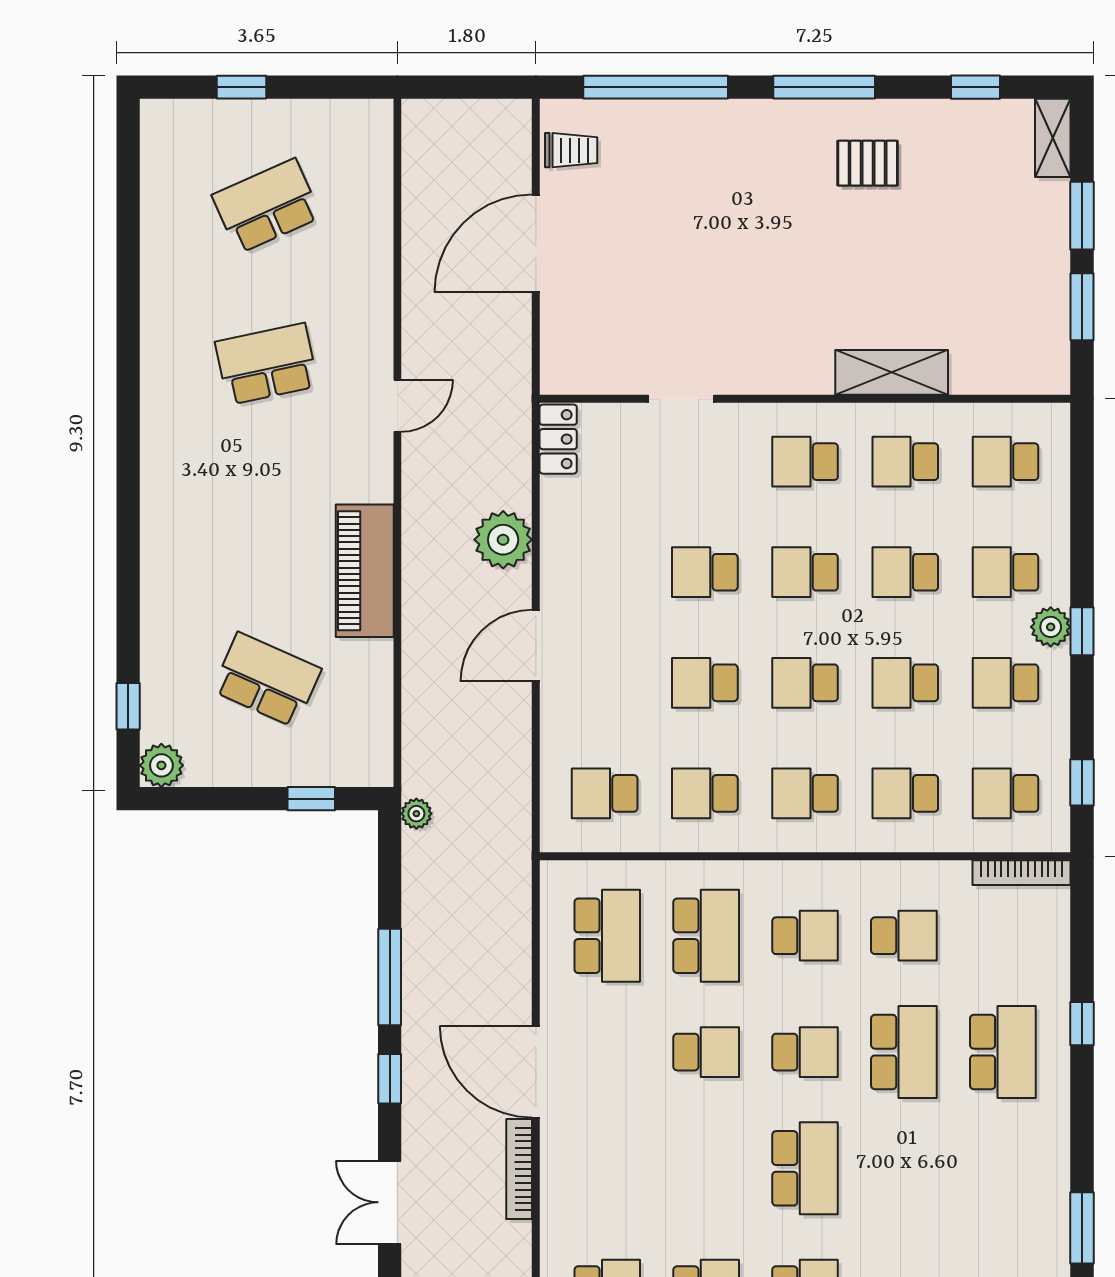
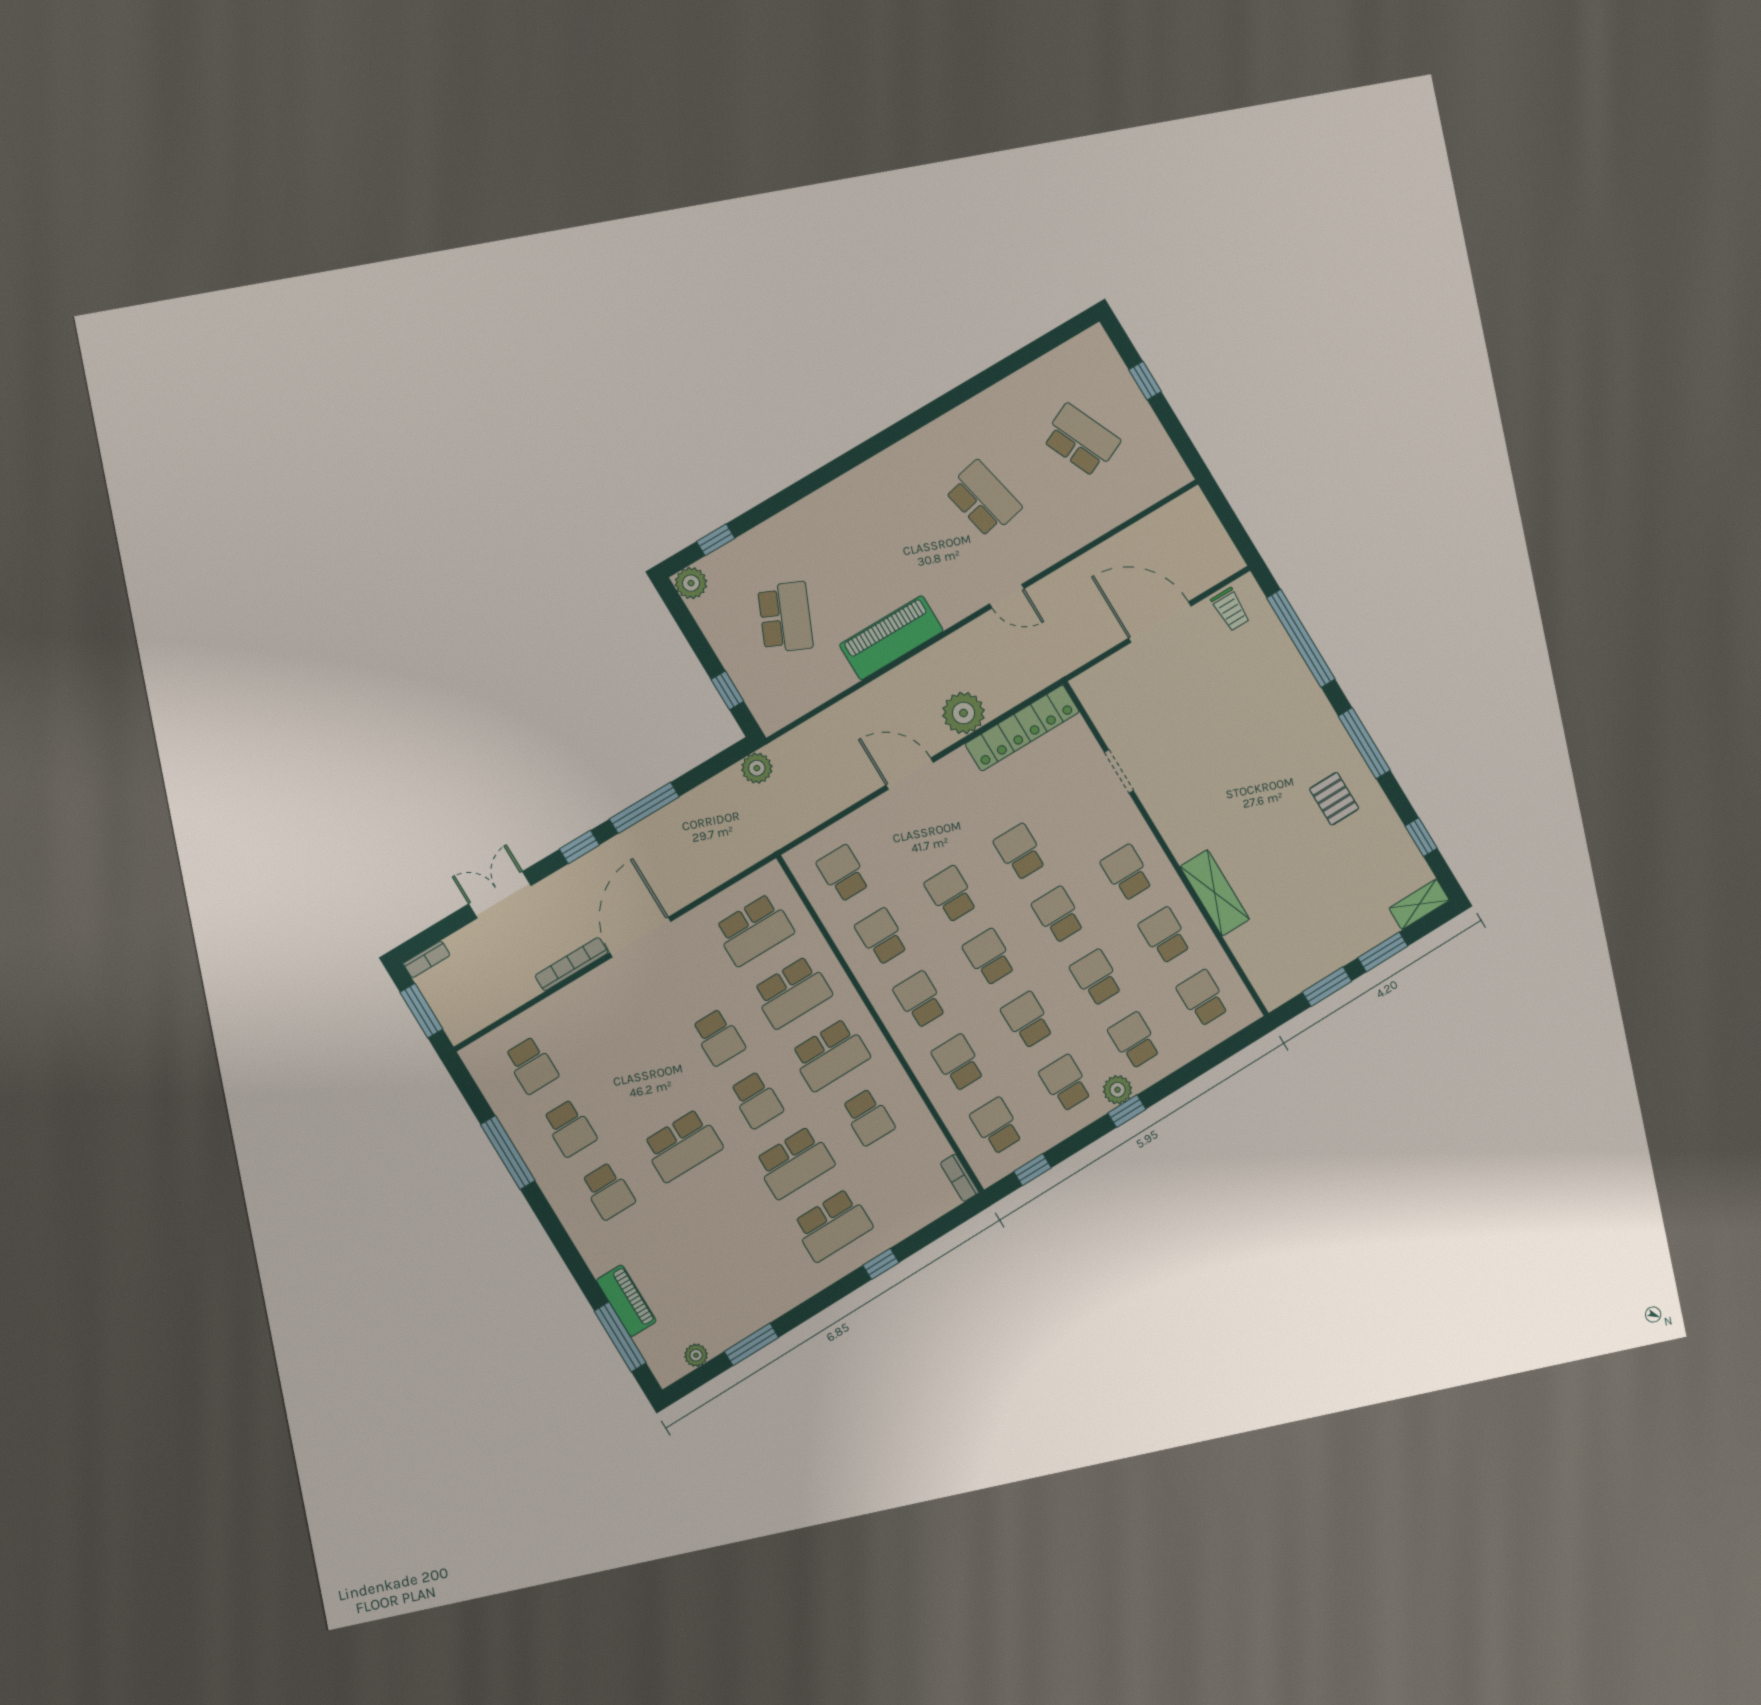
locker: (558, 439) -> (1022, 728), width x2.16, depth x1.21
plant: (416, 814) -> (757, 768), width x1.38, depth x1.38
bookcase: (1021, 873) -> (960, 1178), width x0.64
school desk: (805, 936) -> (830, 1055), width x1.85

